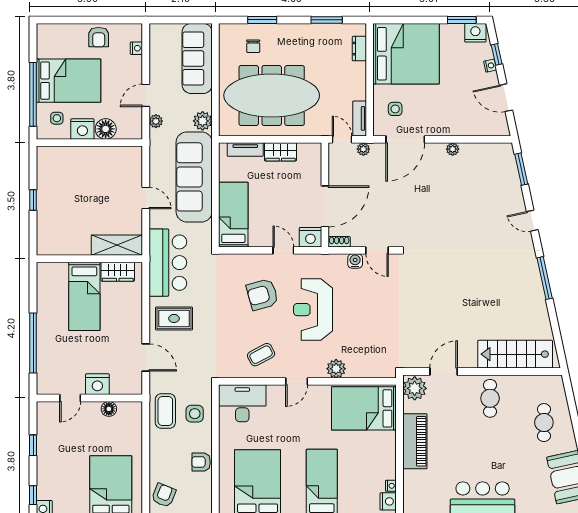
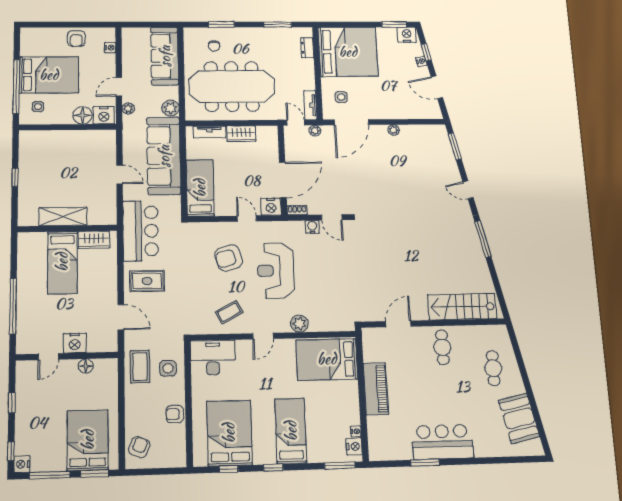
nightstand: (82, 129) -> (104, 115), moved
shelving: (117, 245) -> (63, 217), moved
plant: (415, 388) -> (373, 340), removed

